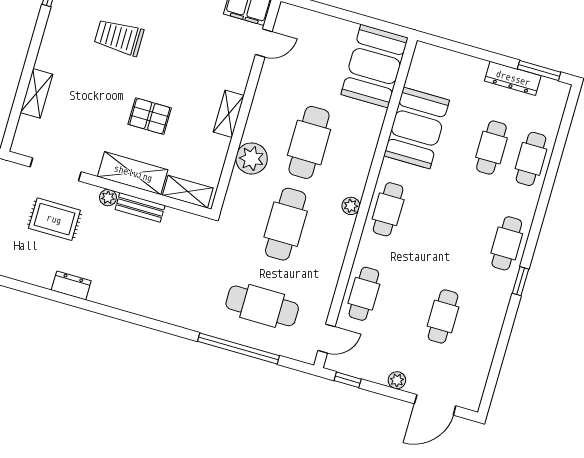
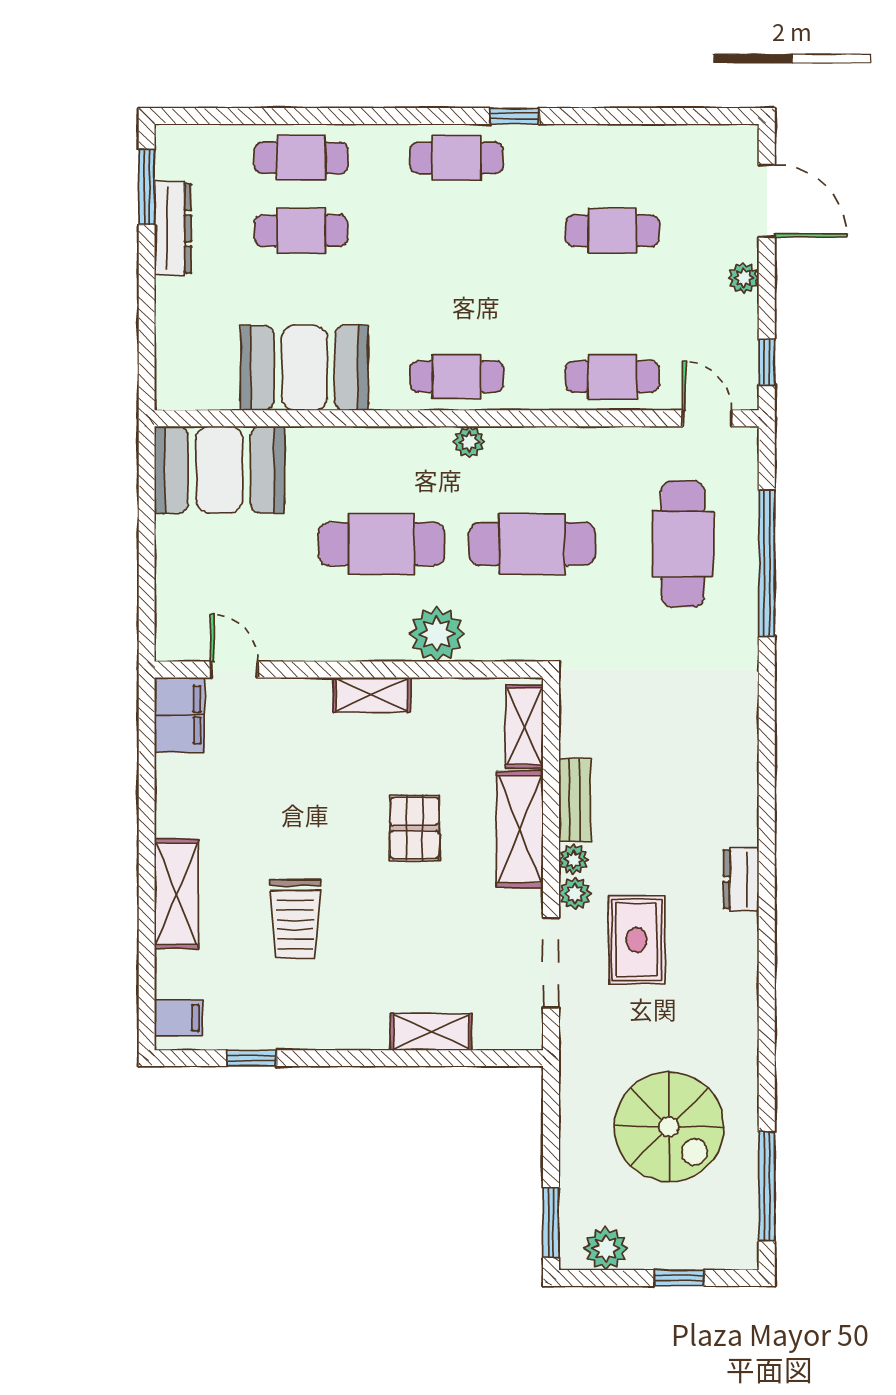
plant: (89, 193) -> (575, 894), added

